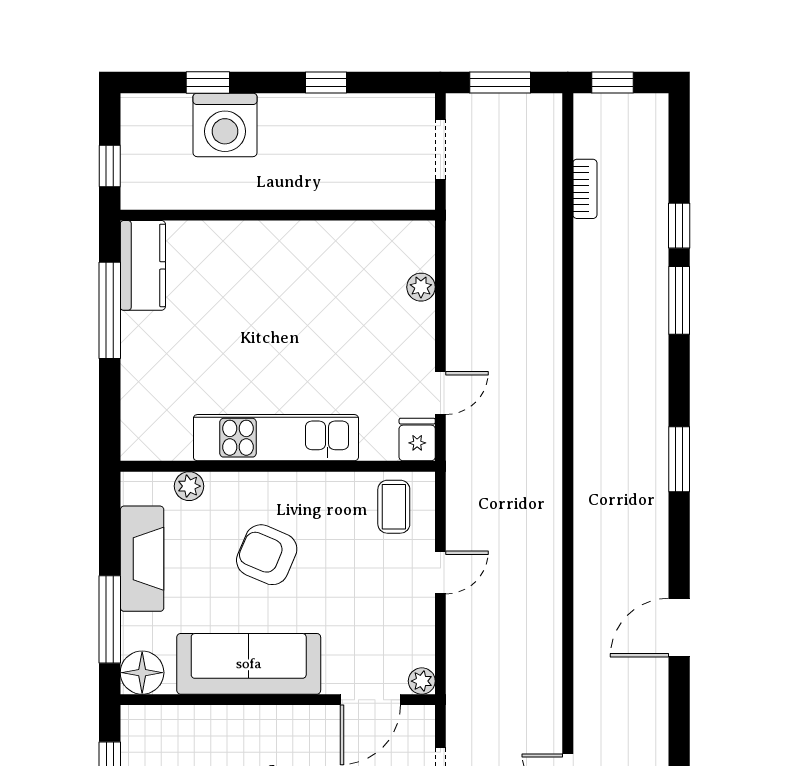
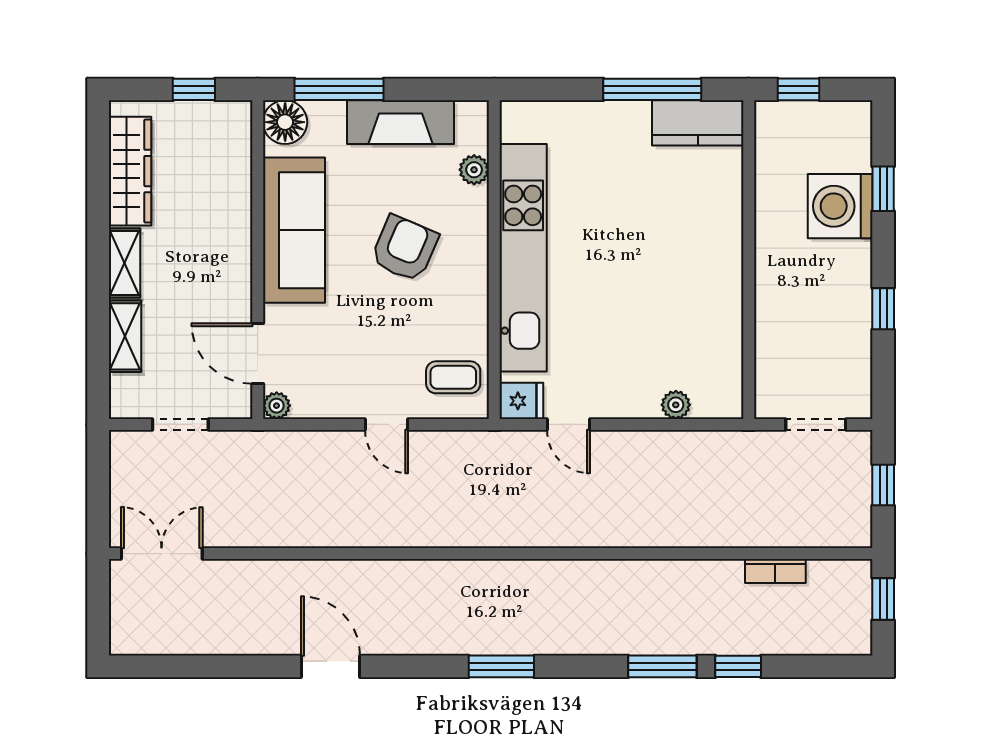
window: (500, 83) -> (883, 485), width x0.67
kitchen unit: (276, 438) -> (523, 258), width x1.36

